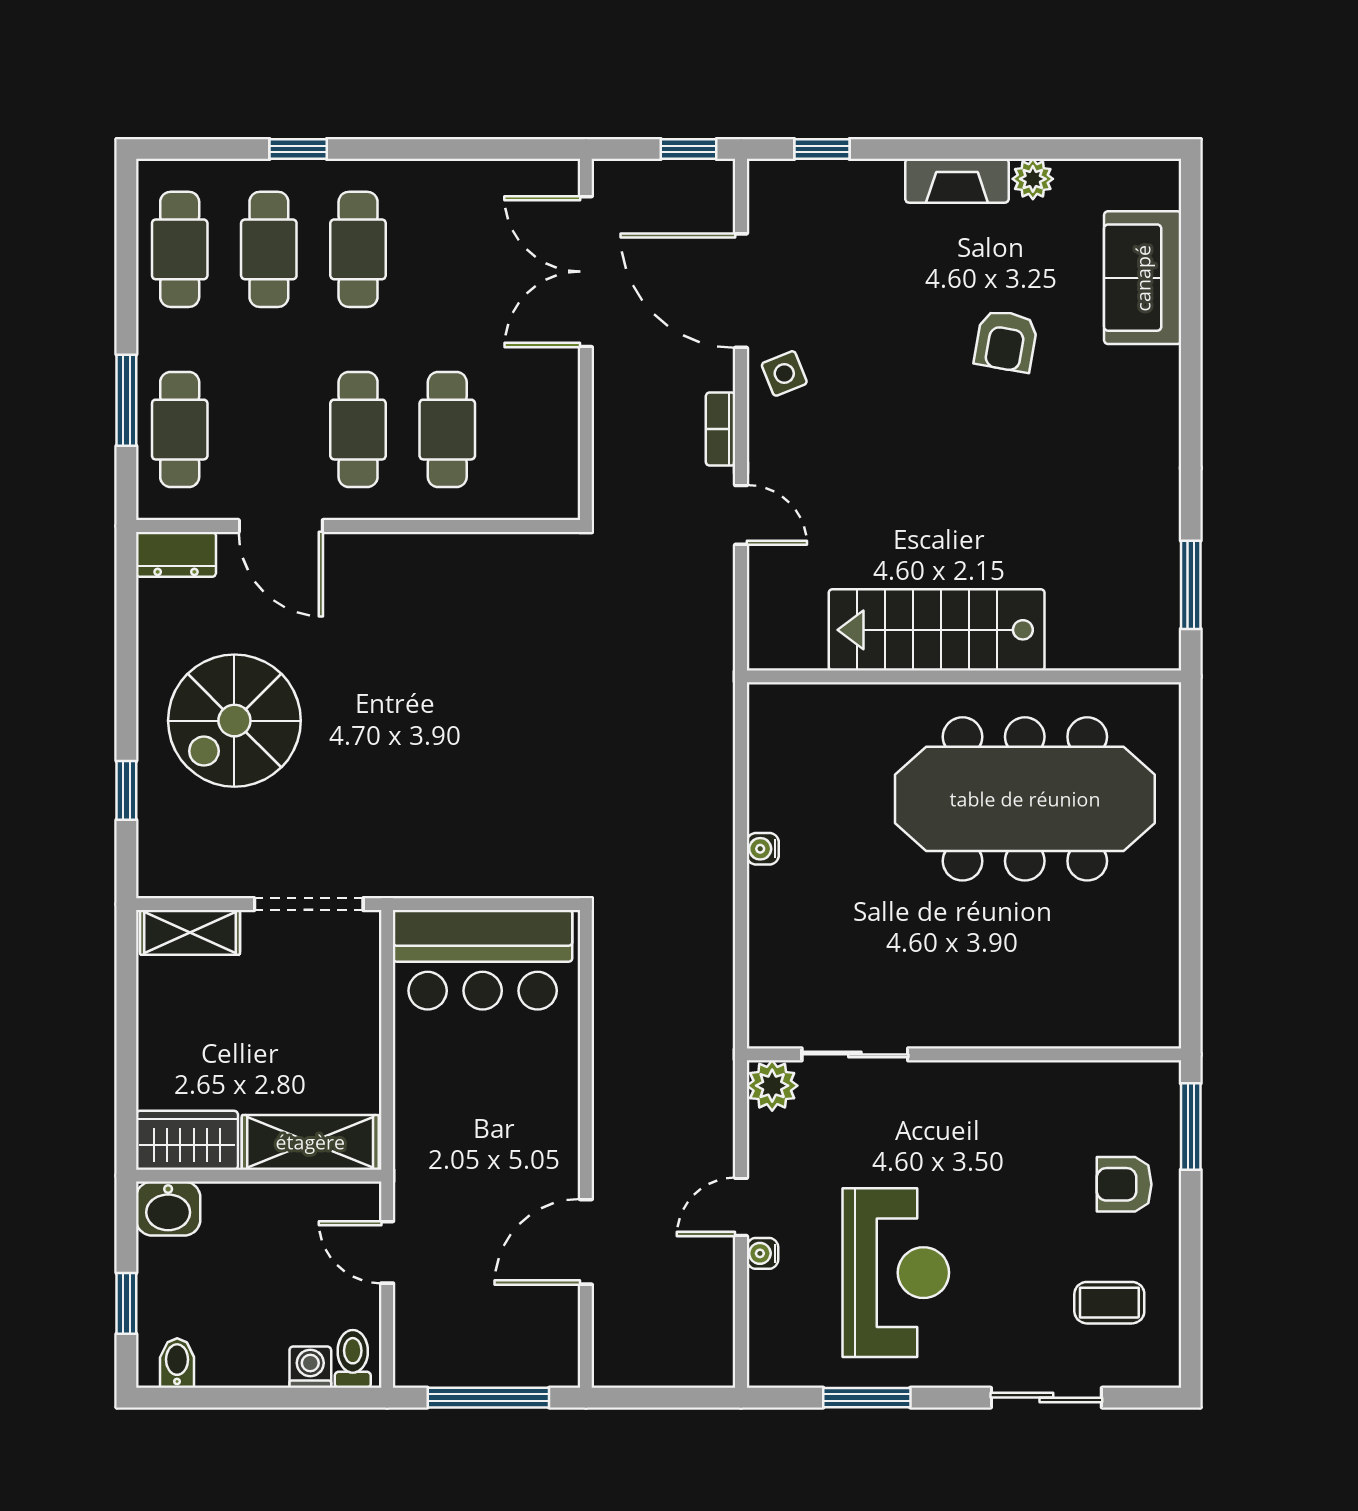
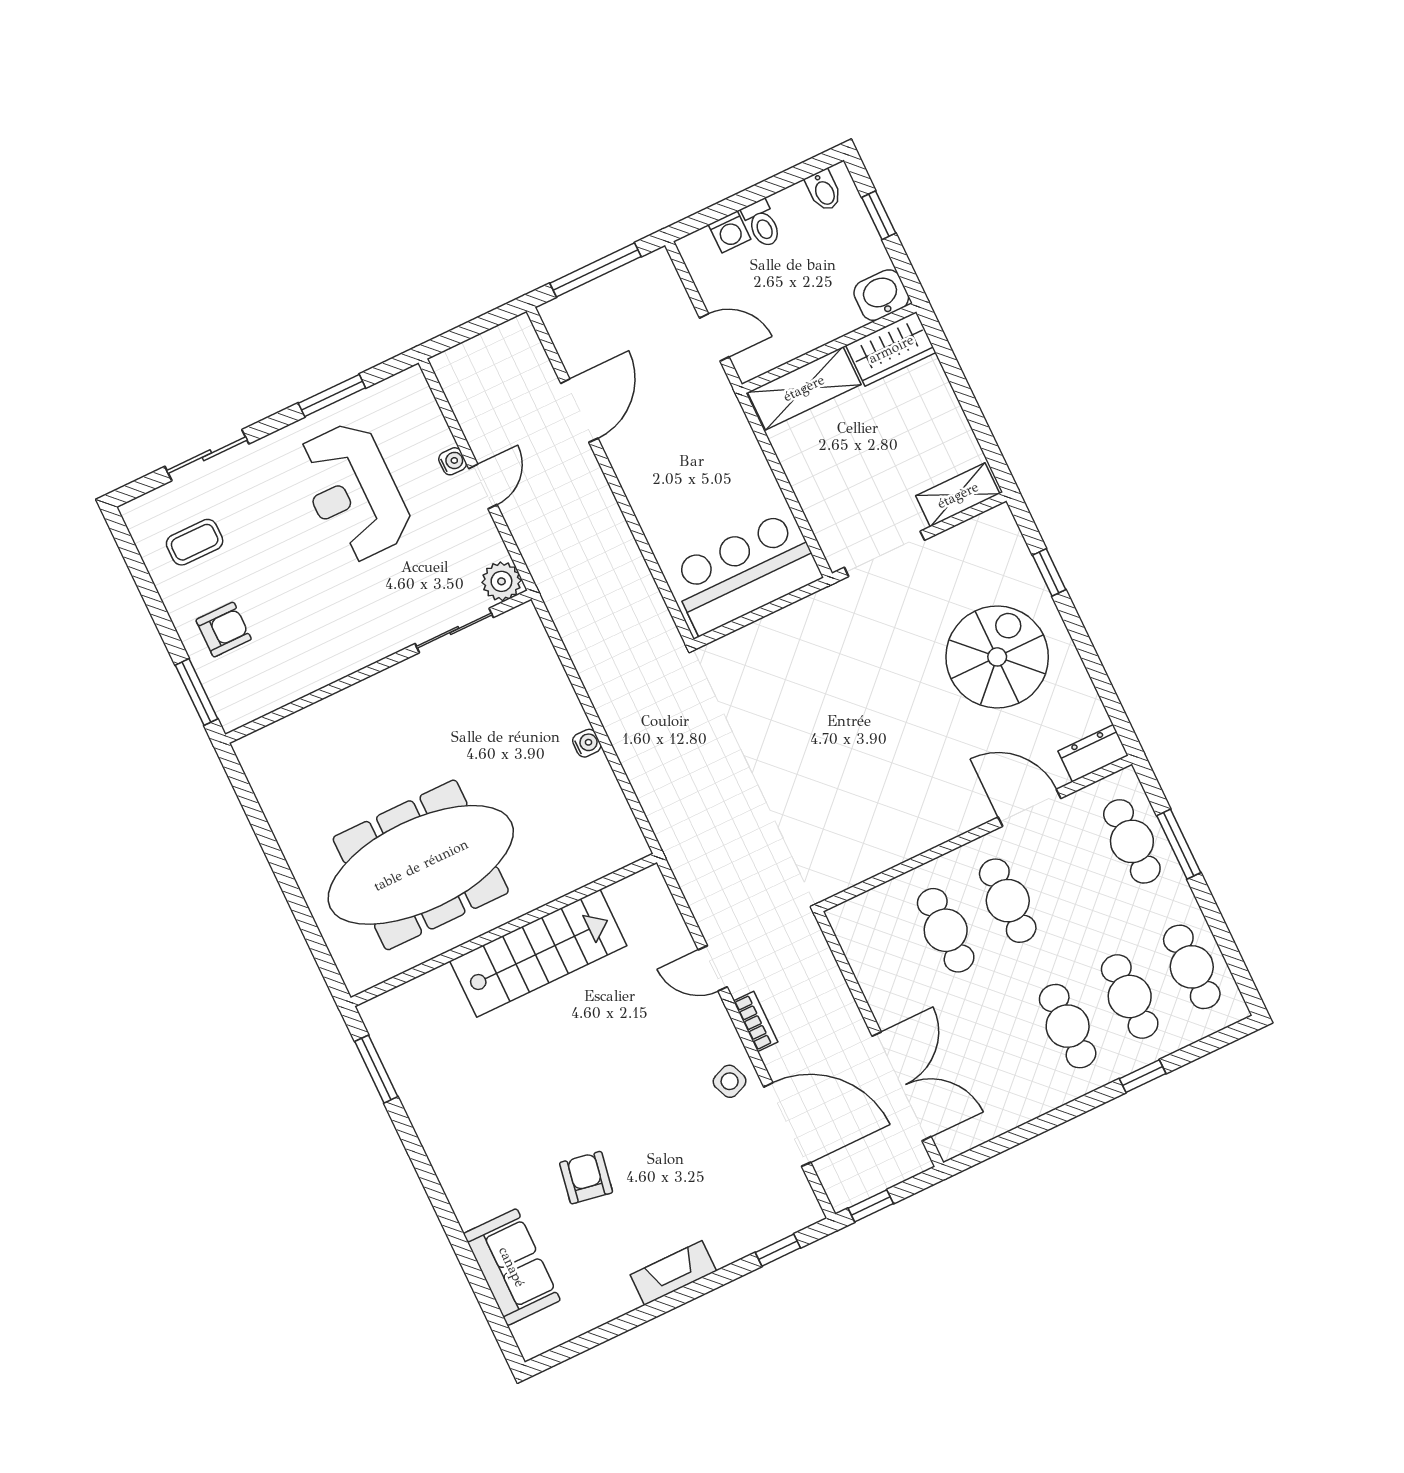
plant: (1033, 179) -> (621, 1299), removed
toilet: (353, 1359) -> (762, 224), moved

